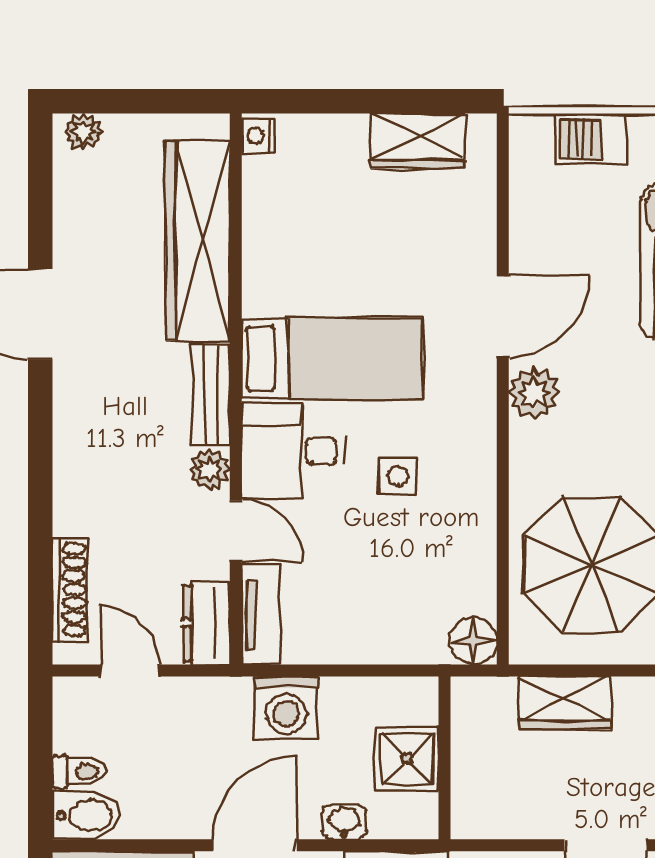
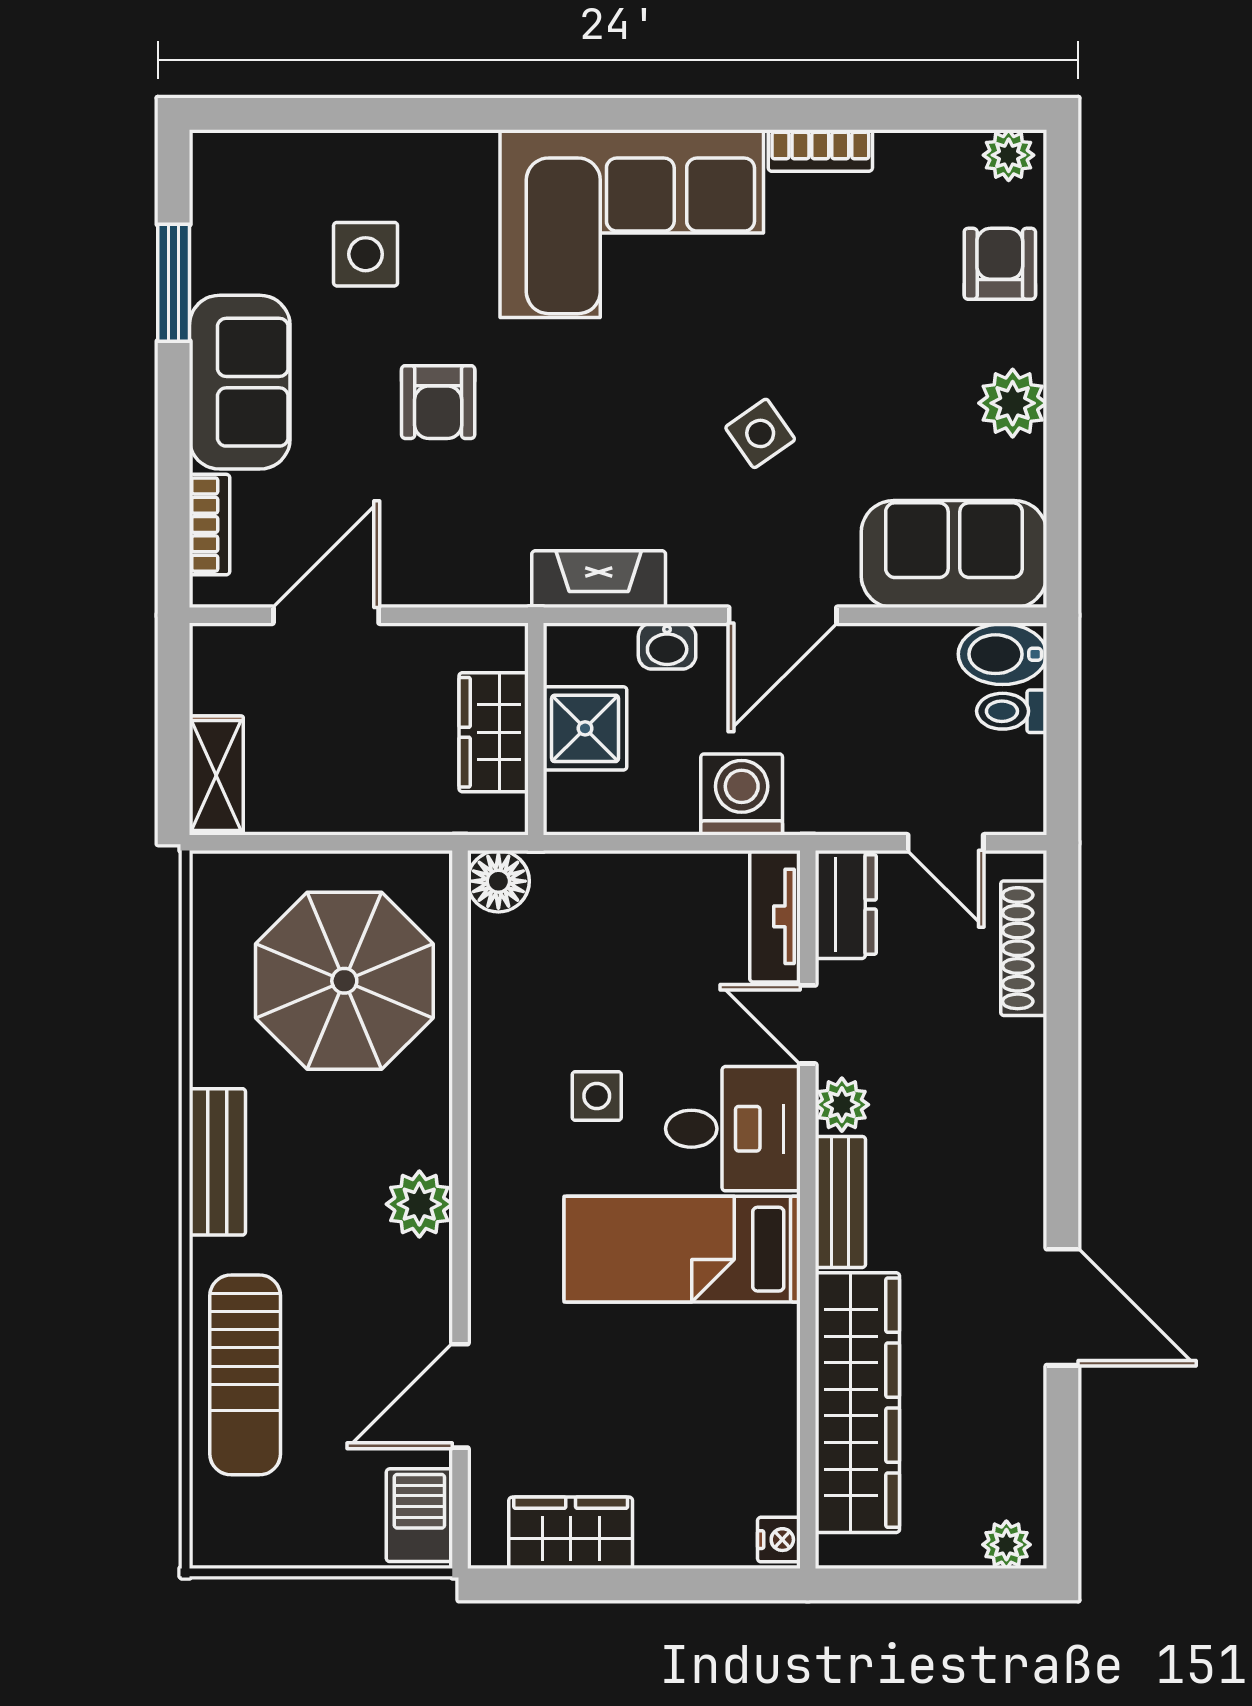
barbecue: (591, 139) -> (419, 1515), moved, turned -90
door: (503, 316) -> (460, 1396), moved
wardrobe: (564, 703) -> (494, 732), moved, turned -90

